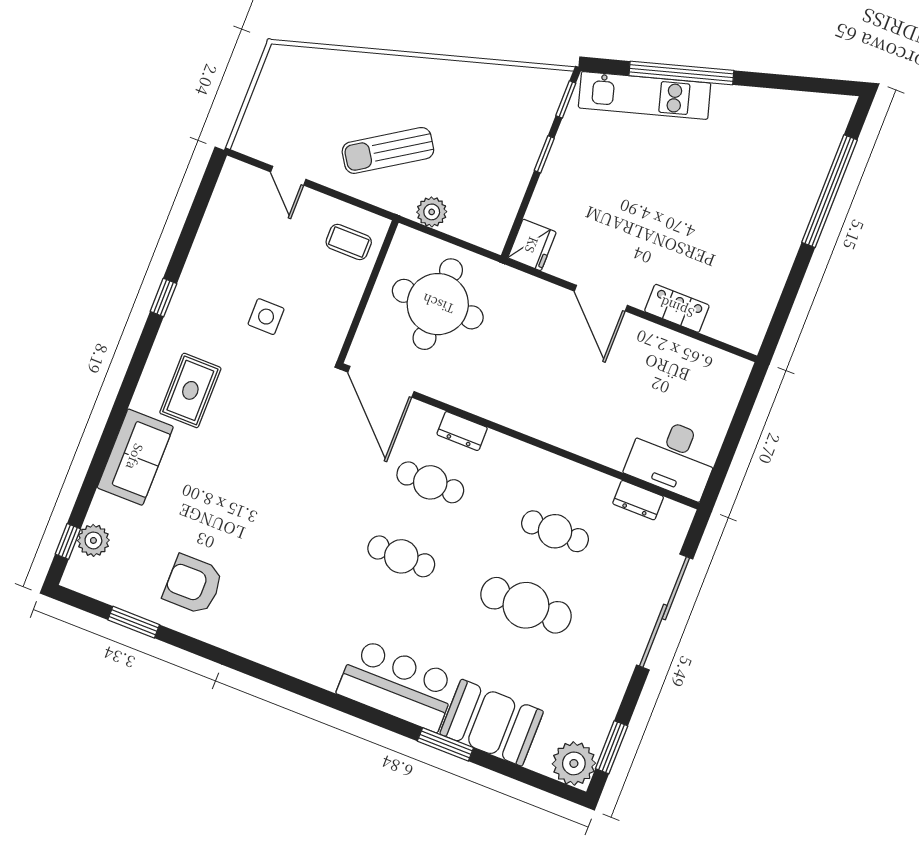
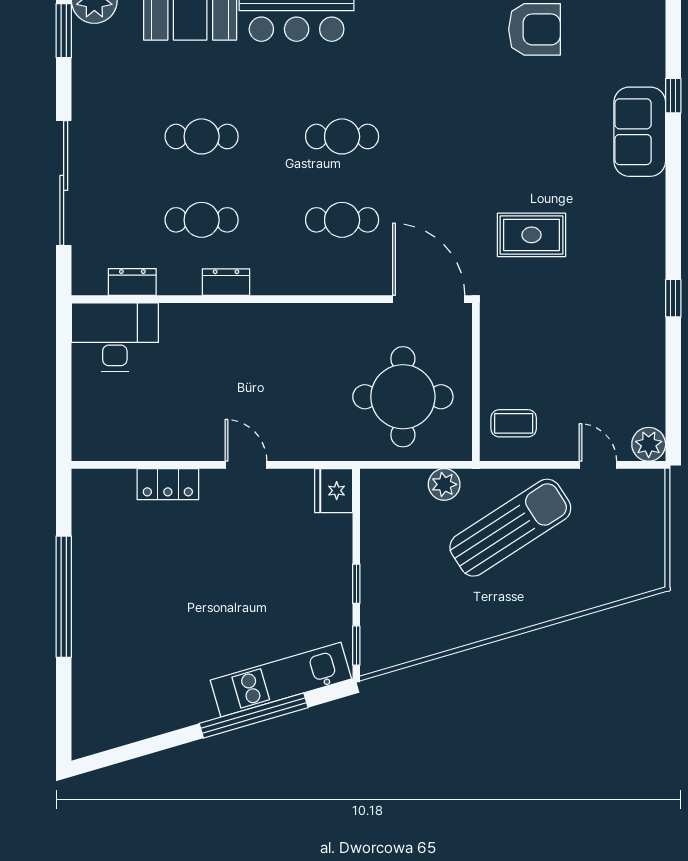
sun lounger: (388, 150) -> (510, 528), width x1.36, depth x1.34
window: (829, 191) -> (64, 597), moved
door: (601, 298) -> (246, 465), width x0.73
side table: (266, 317) -> (566, 319), removed
rug: (190, 390) -> (532, 235), moved, turned 90
dresser: (462, 431) -> (226, 282), moved
plant: (93, 540) -> (649, 444), moved
window: (68, 541) -> (673, 96), moved
cafe table: (526, 605) -> (202, 136), width x0.73, depth x0.74

